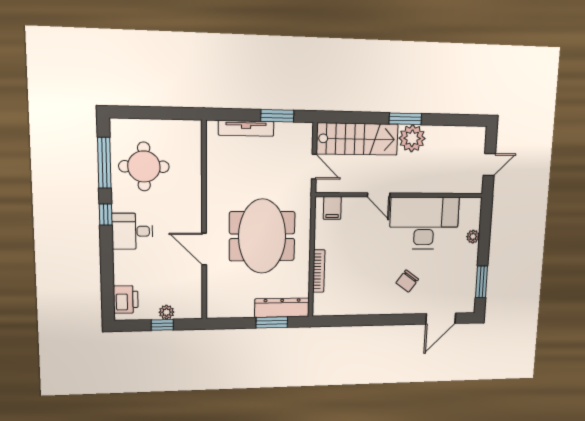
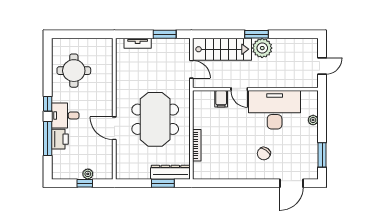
tv unit: (246, 128) -> (138, 43), width x0.71
window: (104, 163) -> (48, 139), moved
filing cabinet: (332, 208) -> (221, 99), moved
printer: (126, 299) -> (60, 139), moved

